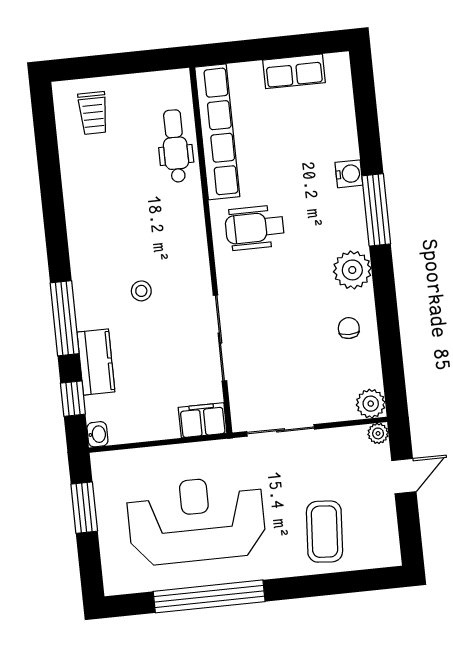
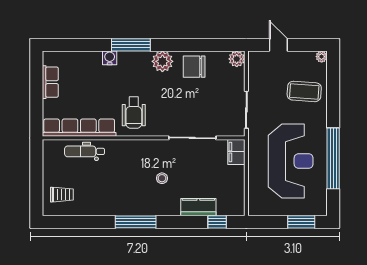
window: (65, 318) -> (136, 222), moved
chair: (349, 328) -> (194, 67), width x1.87, depth x1.87
plant: (378, 433) -> (322, 57), moved
washbasin: (97, 434) -> (238, 210), removed
window: (84, 508) -> (301, 222), moved
reception desk: (196, 520) -> (291, 161), turned 180

